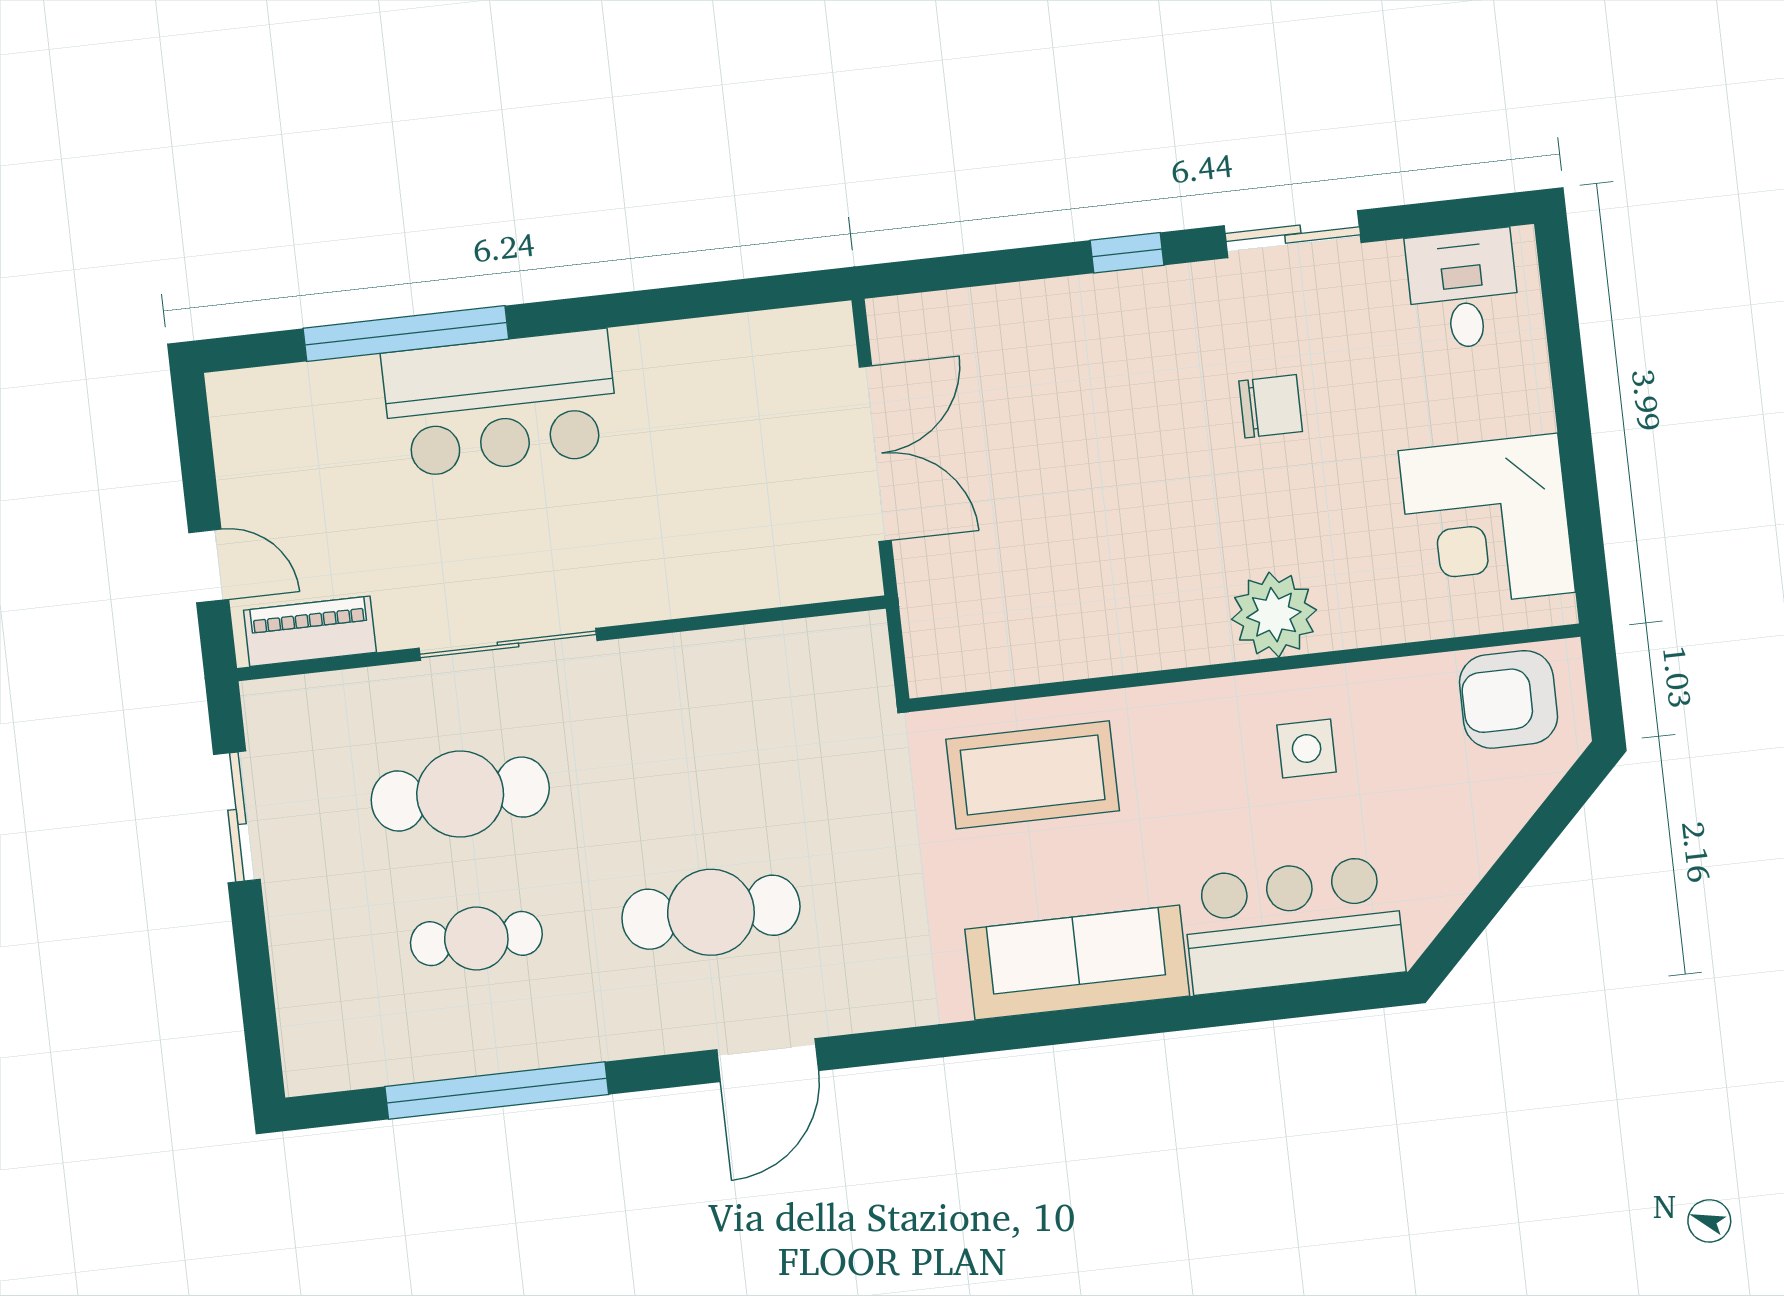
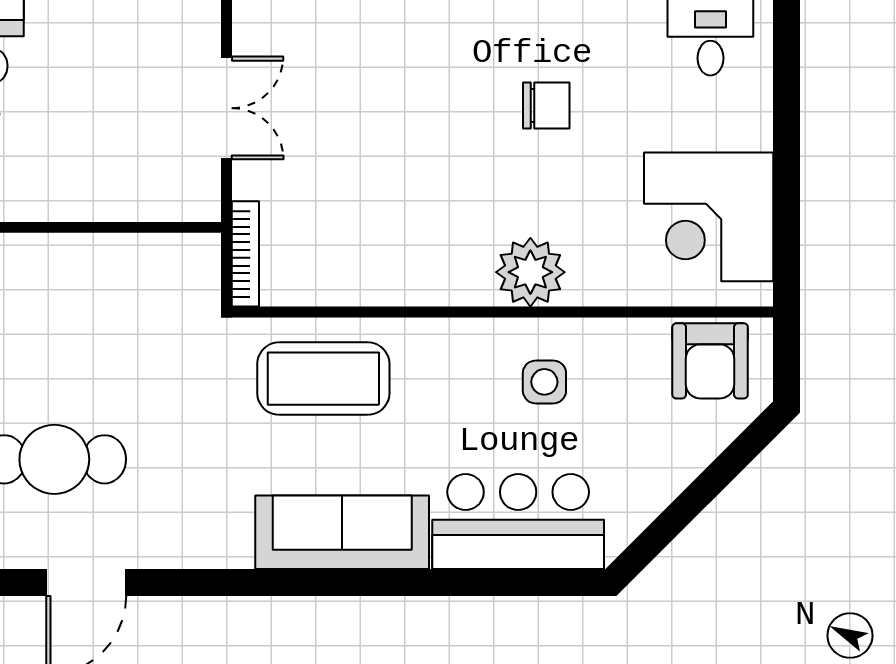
double door: (875, 454) -> (227, 108), width x0.73
bookcase: (919, 631) -> (245, 254), added
armchair: (1508, 699) -> (710, 361), turned -90

